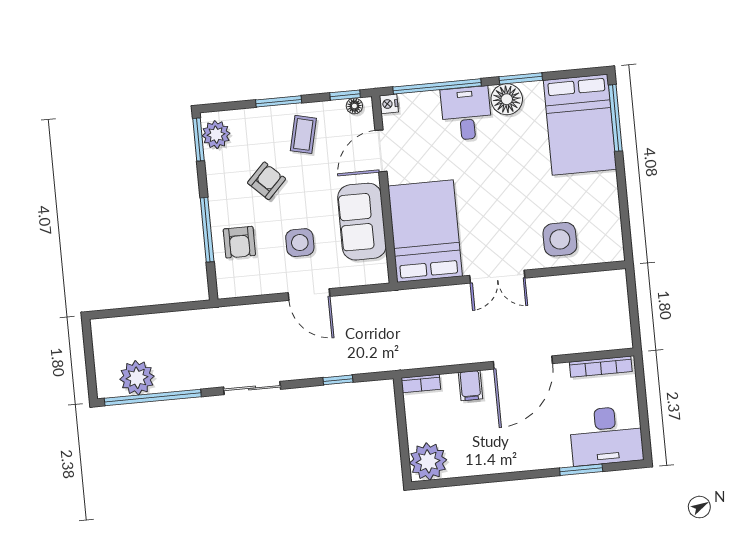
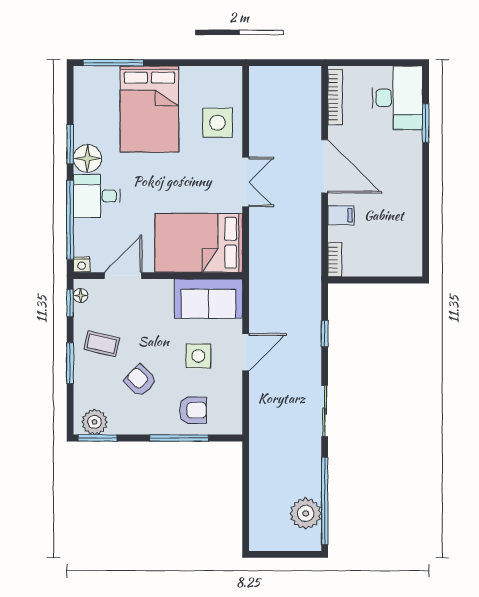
bed: (580, 125) -> (149, 109), moved, turned 90
door: (381, 151) -> (123, 276), swing flipped
sofa: (362, 222) -> (208, 299), moved
plant: (428, 461) -> (405, 260), removed

